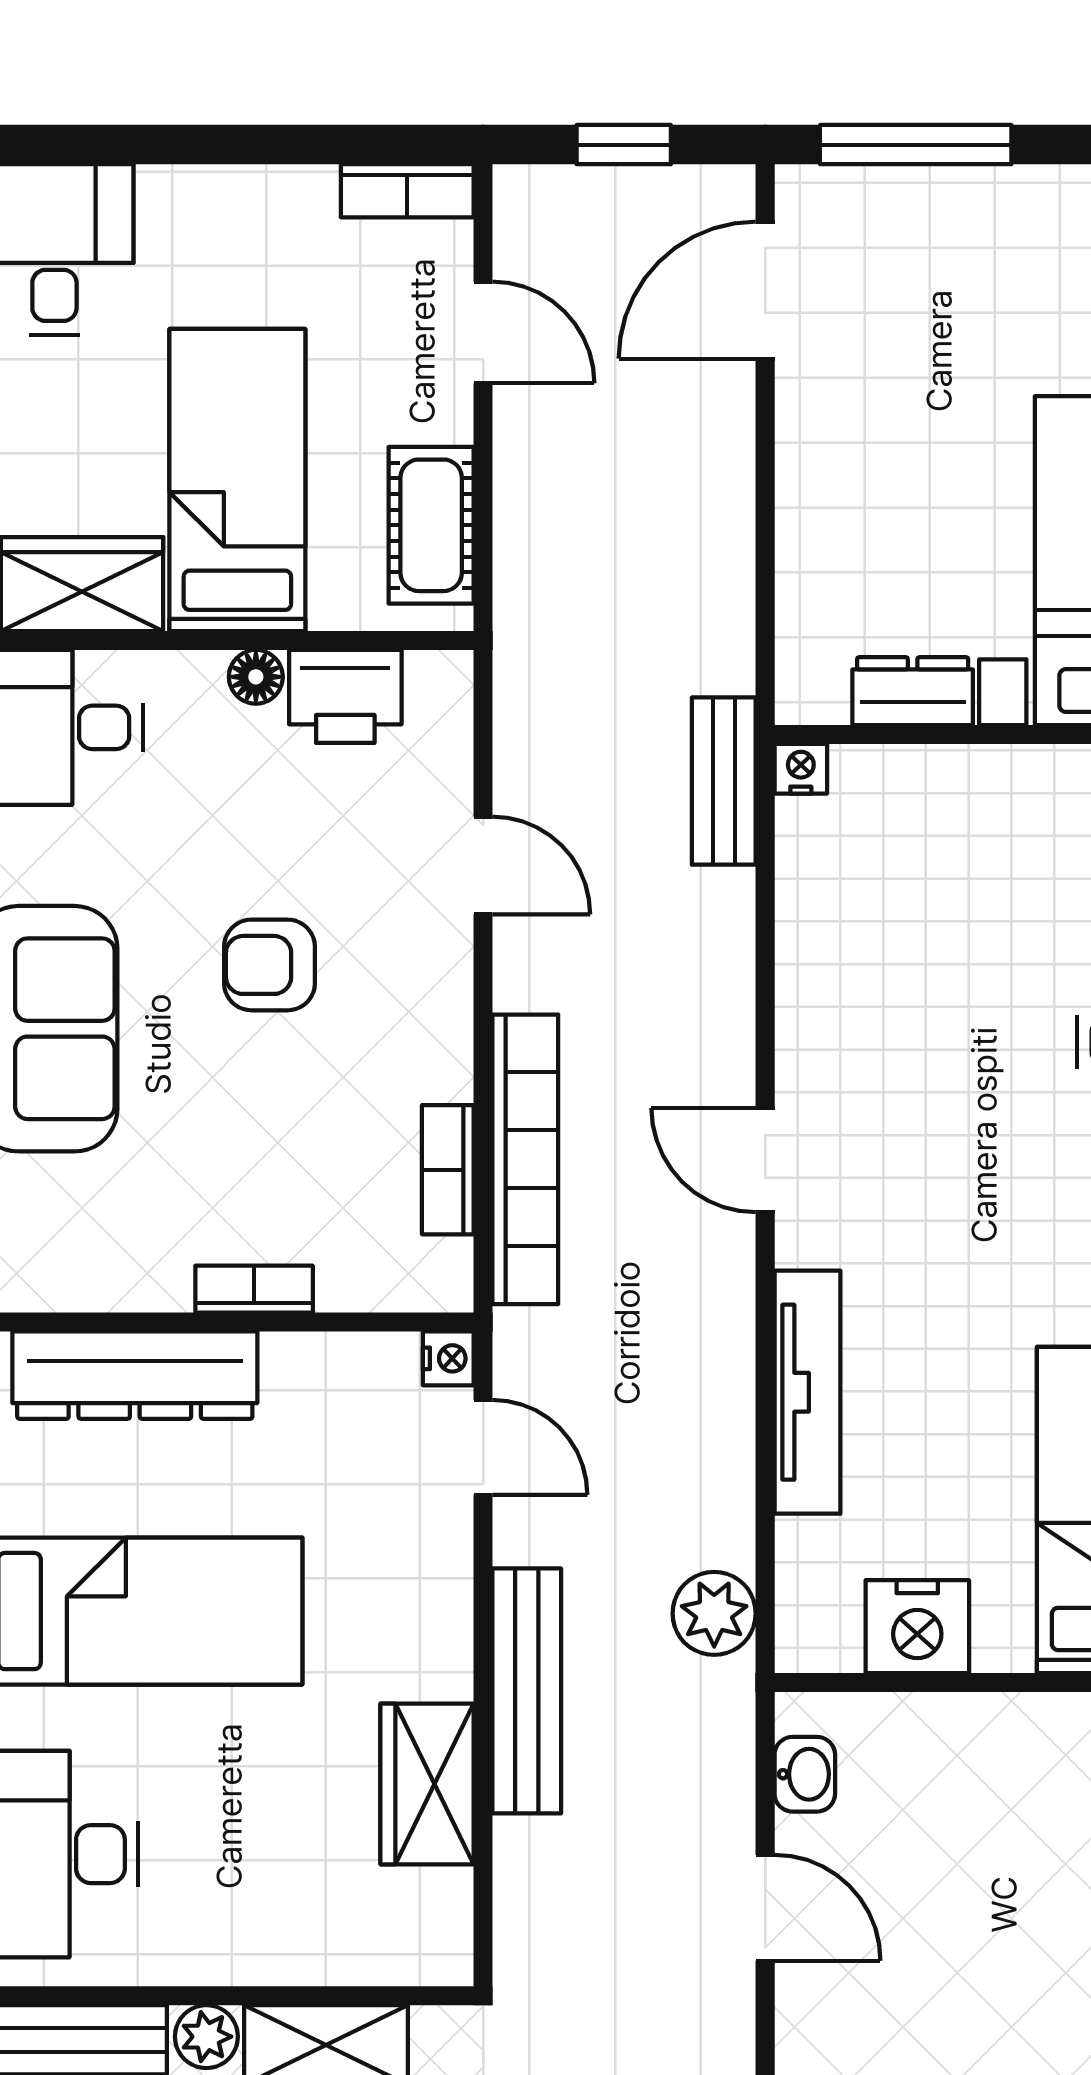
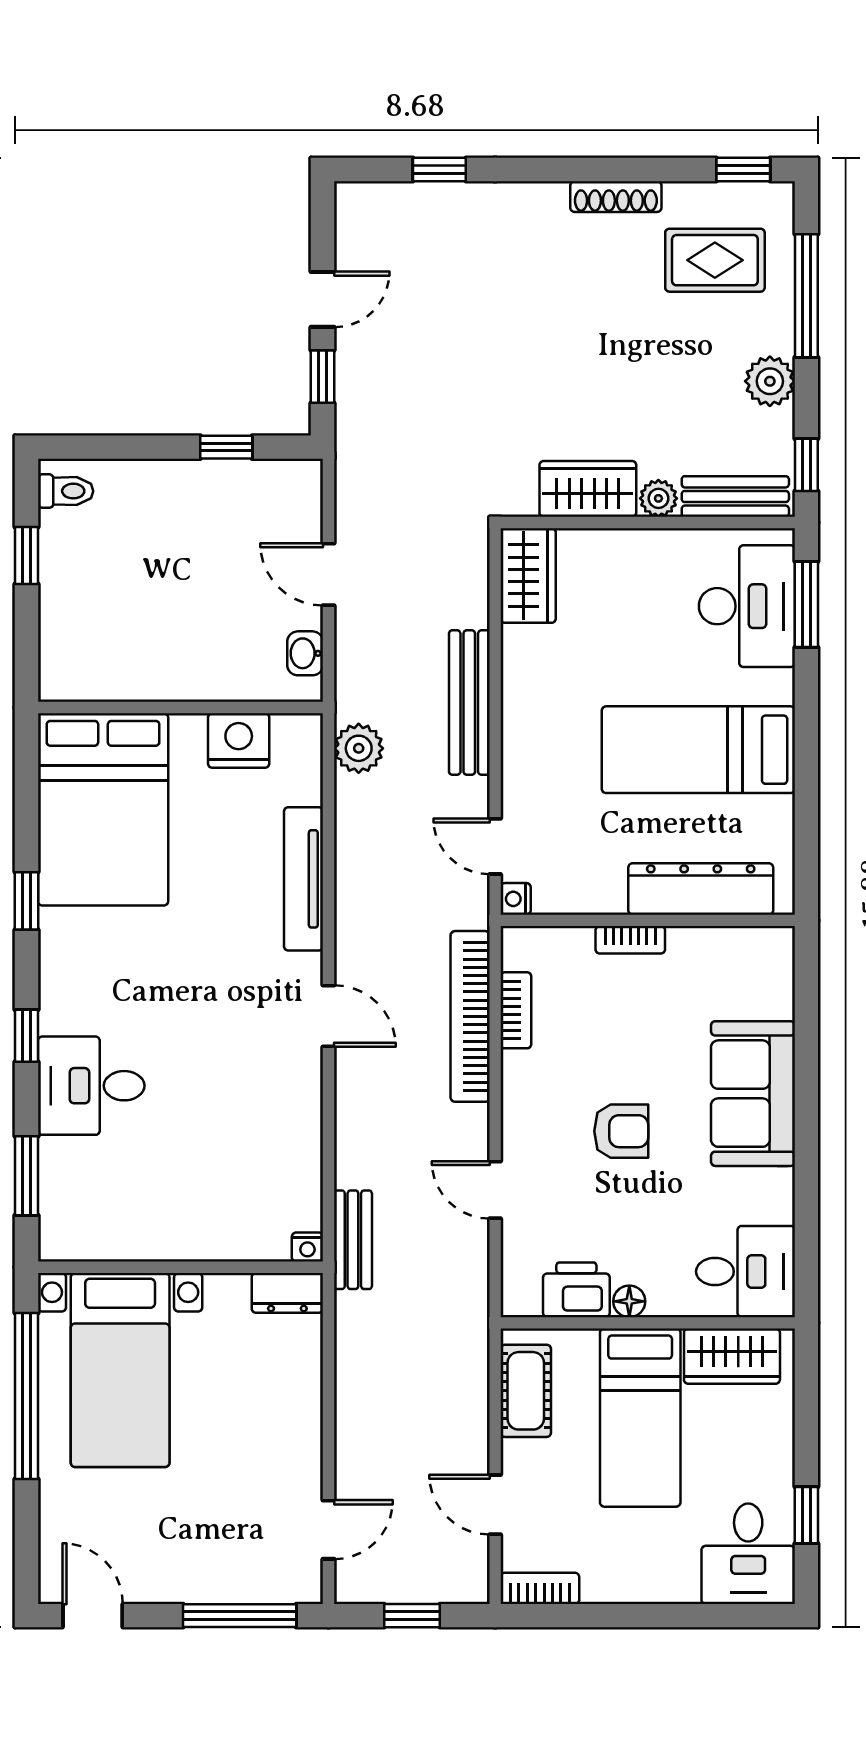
door: (765, 290) -> (329, 1530), width x0.73
dresser: (913, 691) -> (287, 1293), moved
wardrobe: (427, 1784) -> (528, 576), moved

